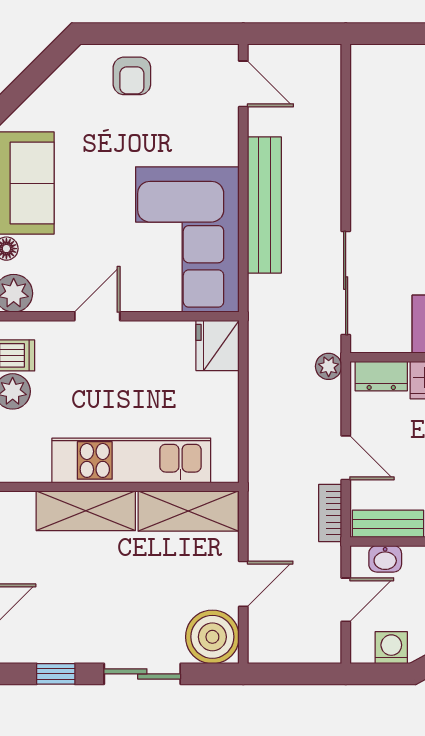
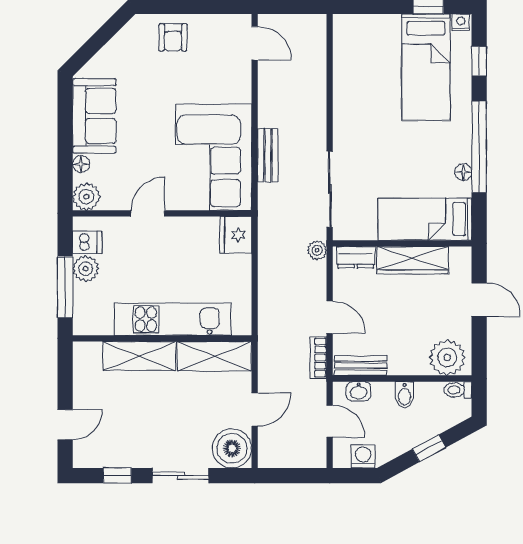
bench: (264, 205) -> (268, 155), width x0.54, depth x0.82
door: (346, 600) -> (330, 421), hinge flipped

